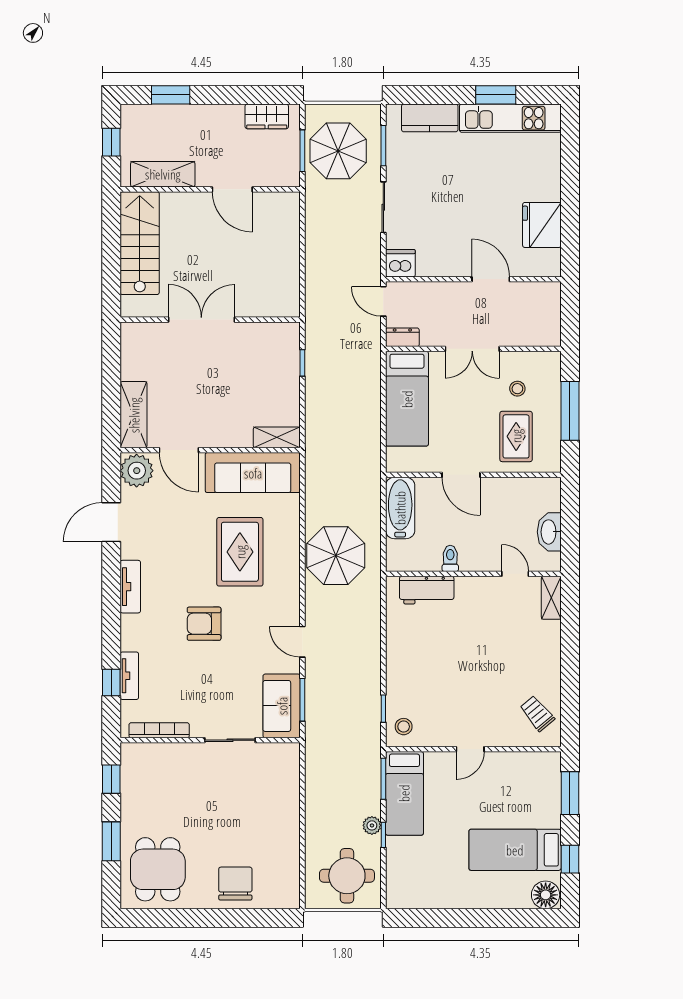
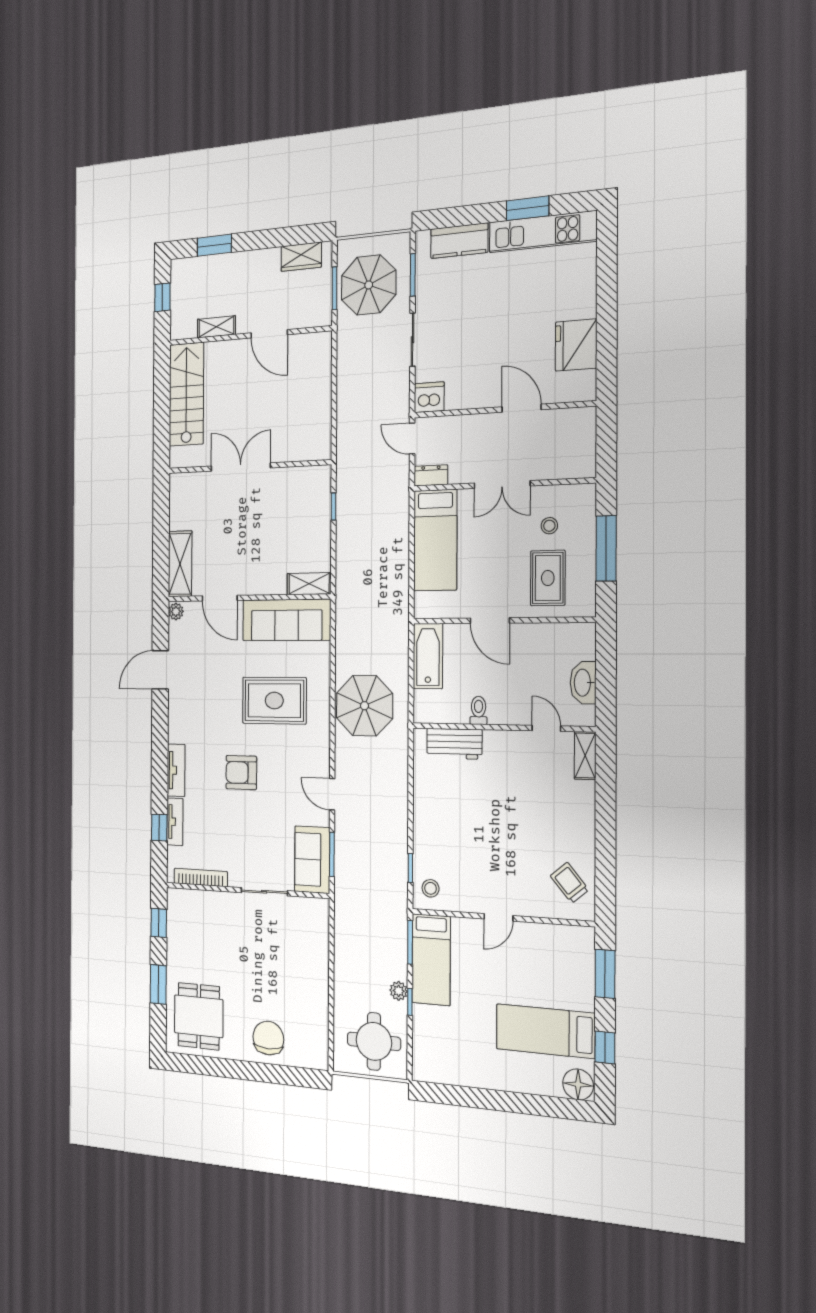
shelving: (163, 174) -> (216, 327), width x0.67, depth x0.75
plant: (137, 471) -> (176, 611), width x0.53, depth x0.53
rug: (240, 552) -> (274, 701), turned 90
tv unit: (130, 587) -> (176, 770), moved

